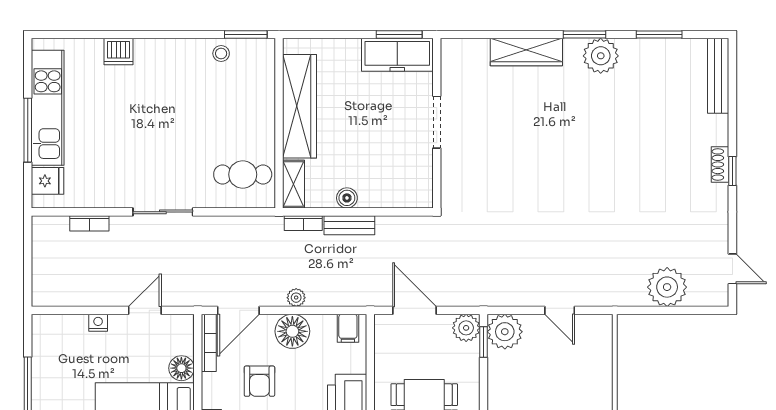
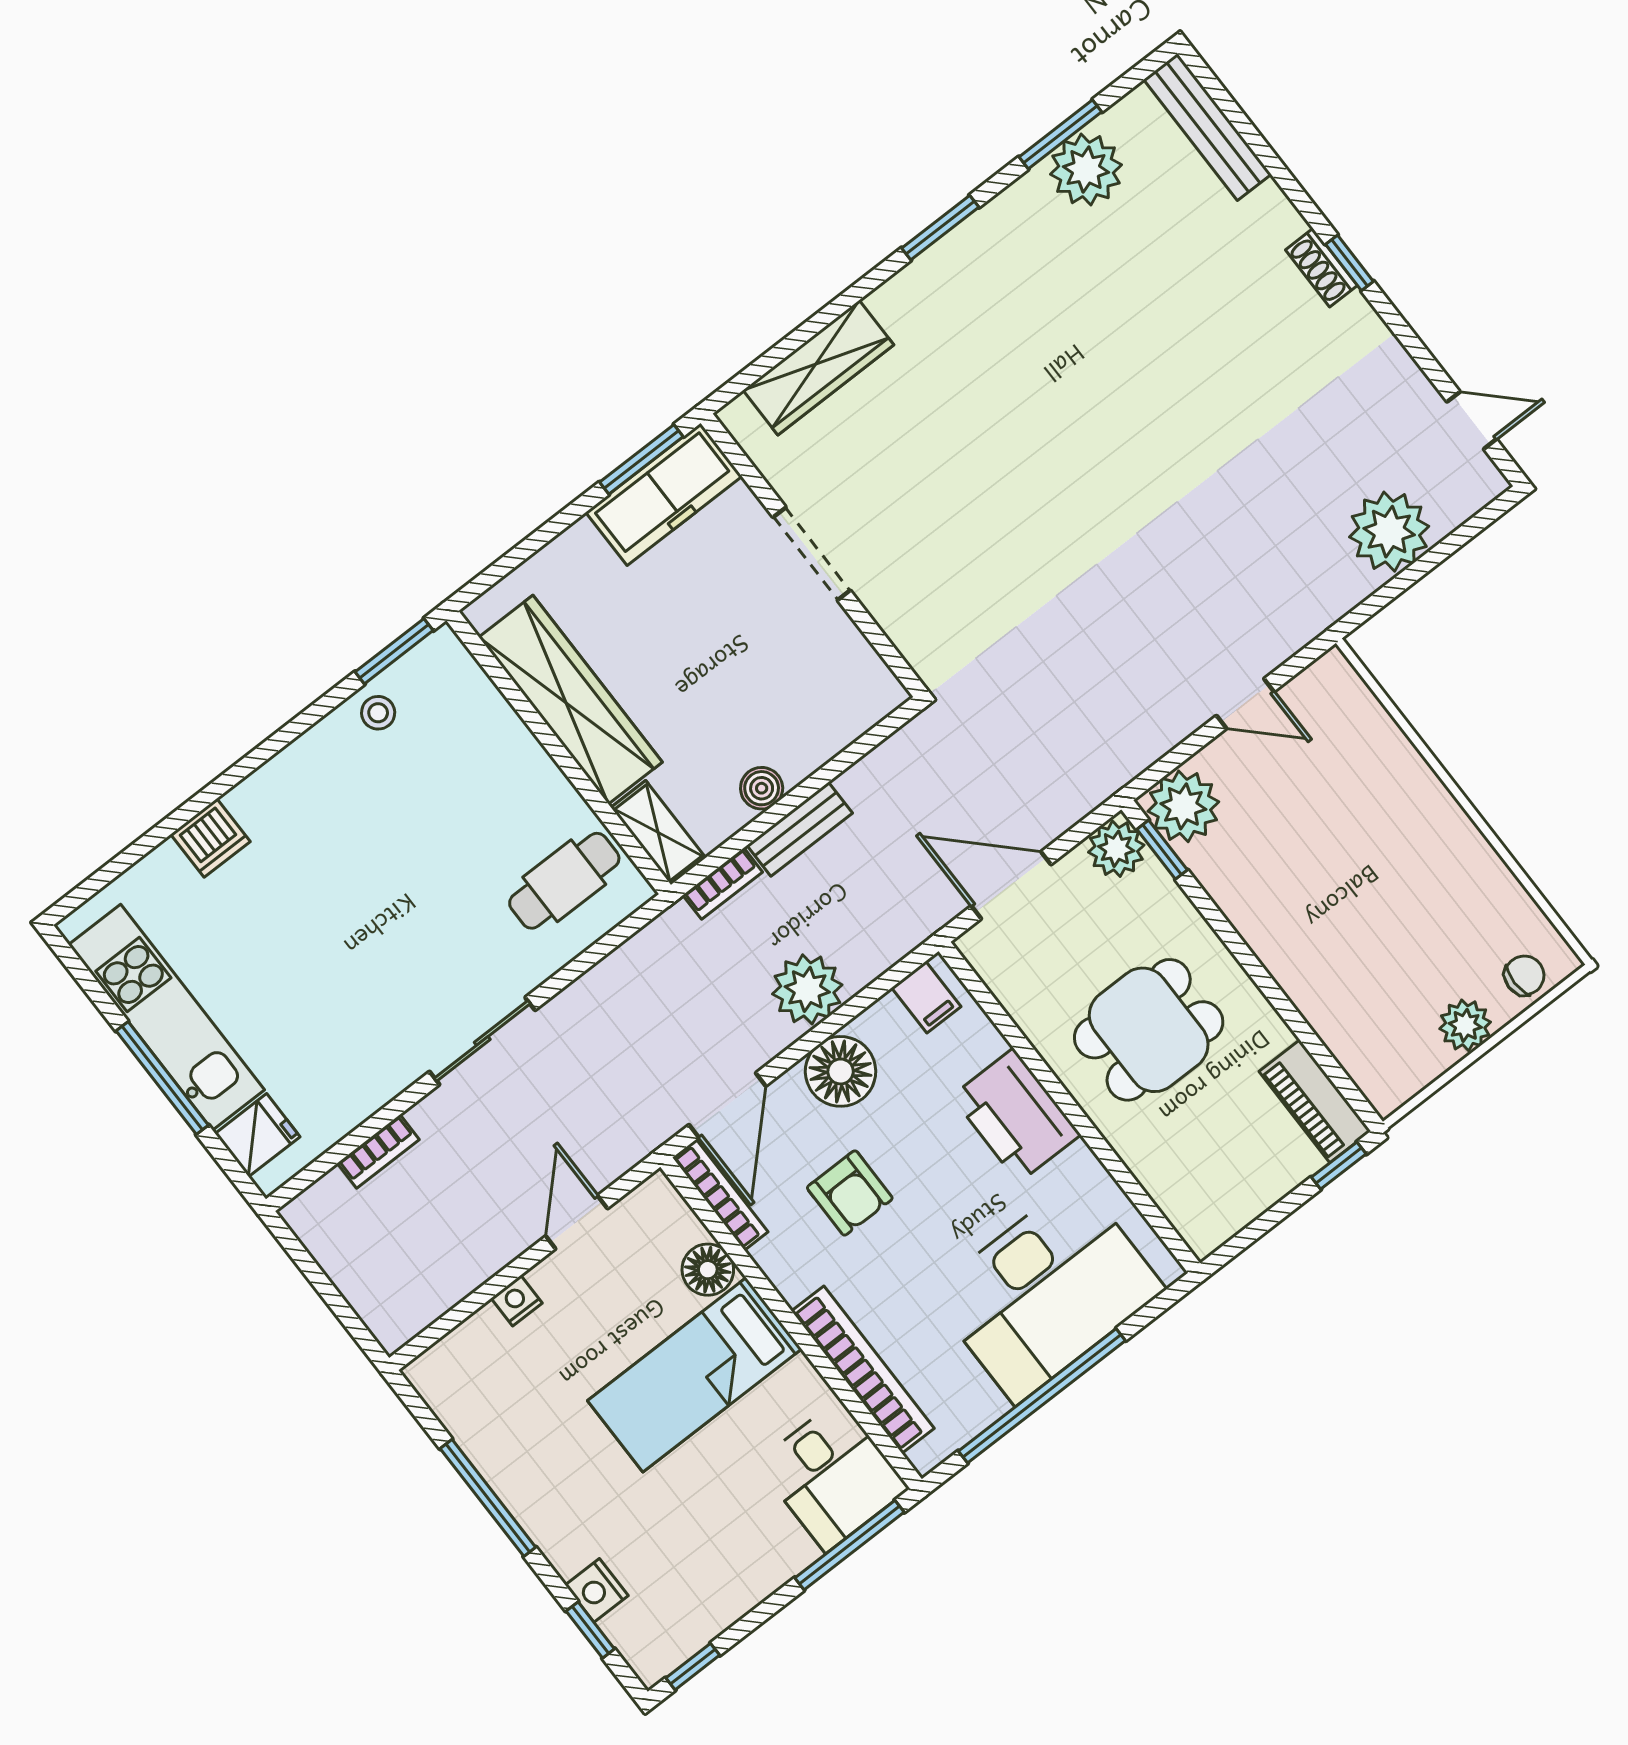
wardrobe: (526, 52) -> (818, 368), moved
plant: (601, 56) -> (1086, 170), moved
plant: (296, 298) -> (807, 989), width x1.88, depth x1.88

